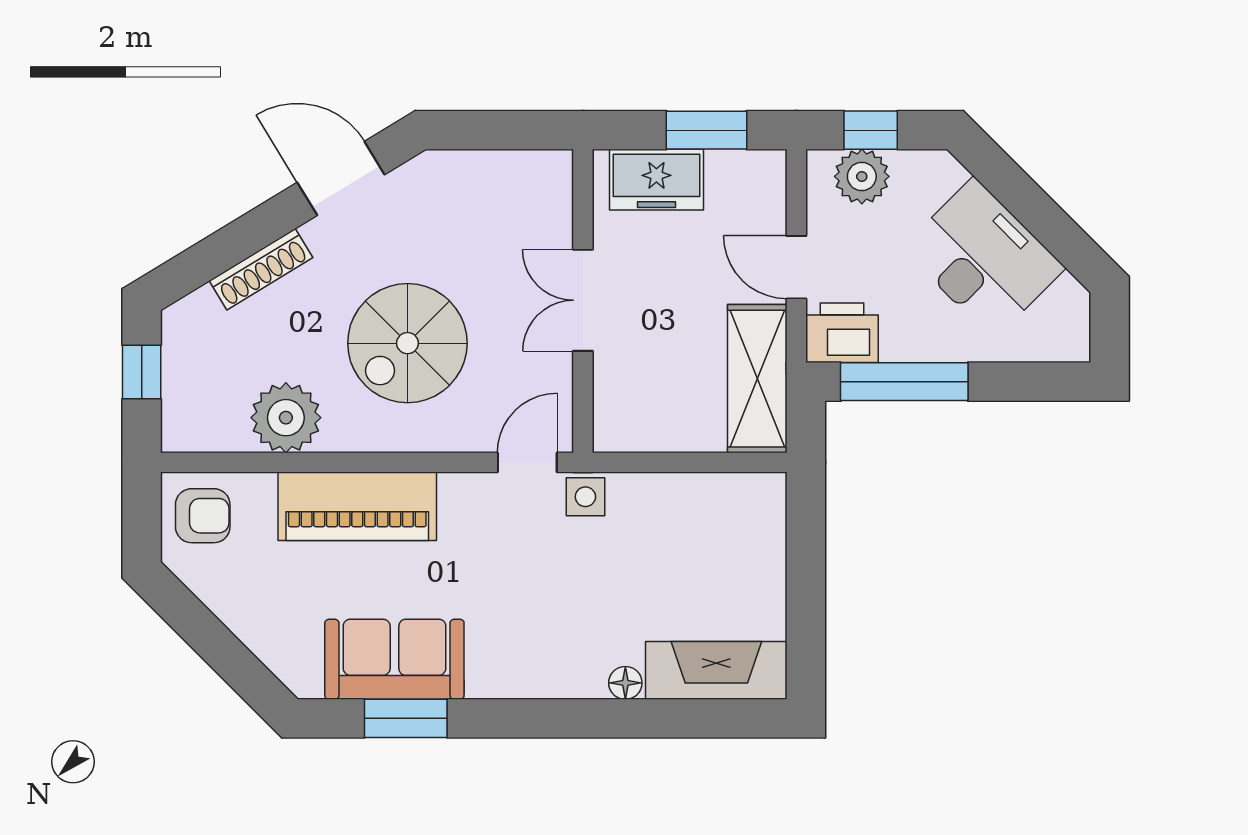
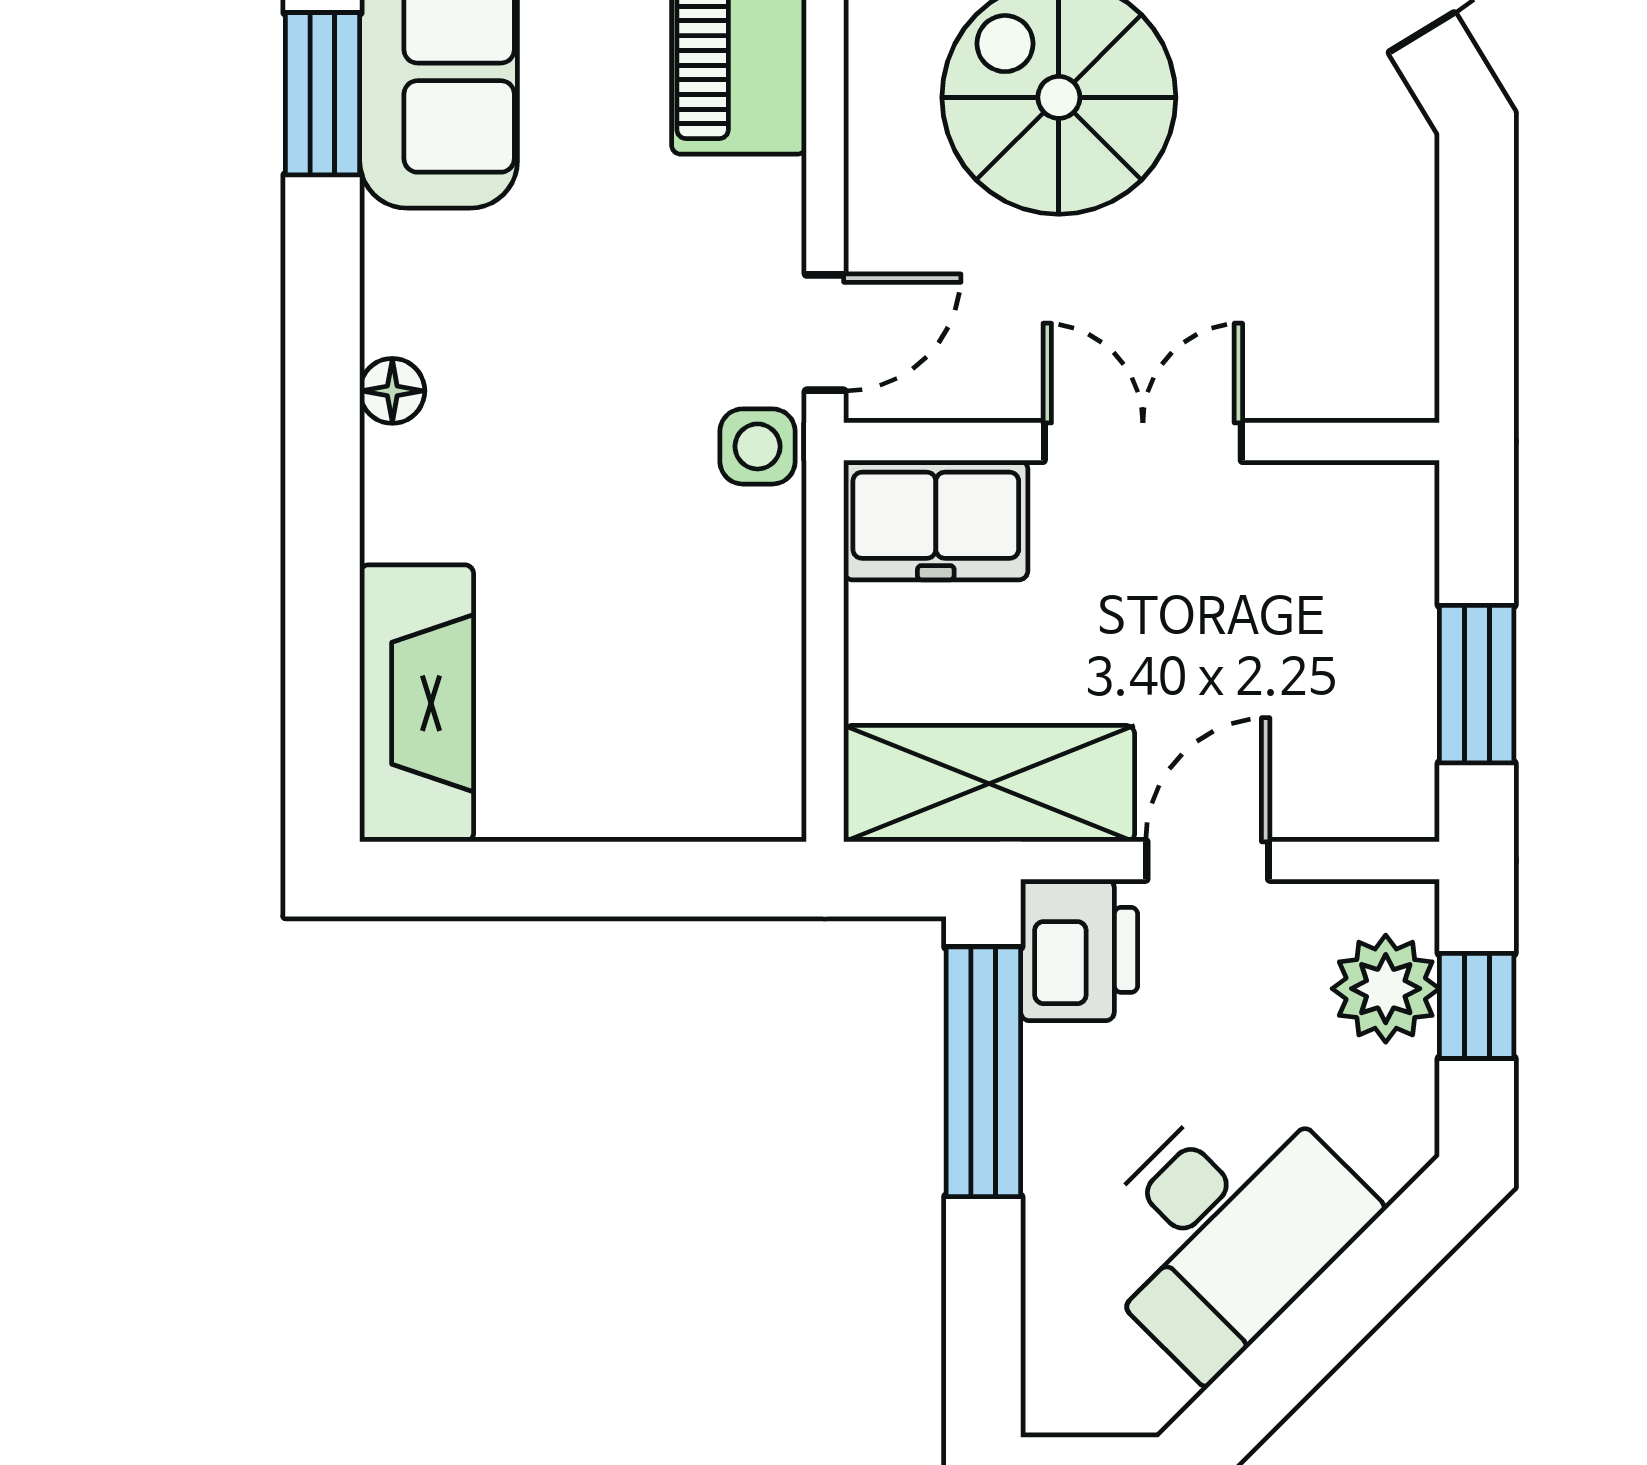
freezer: (656, 180) -> (936, 520), moved, turned -90
door: (527, 462) -> (825, 333), hinge flipped
floor lamp: (625, 683) -> (392, 391), moved

